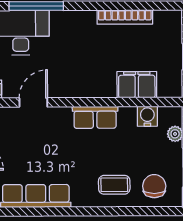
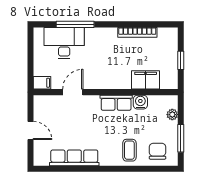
water cooler: (147, 116) -> (140, 102), moved
coffee table: (114, 185) -> (129, 150), turned 90

